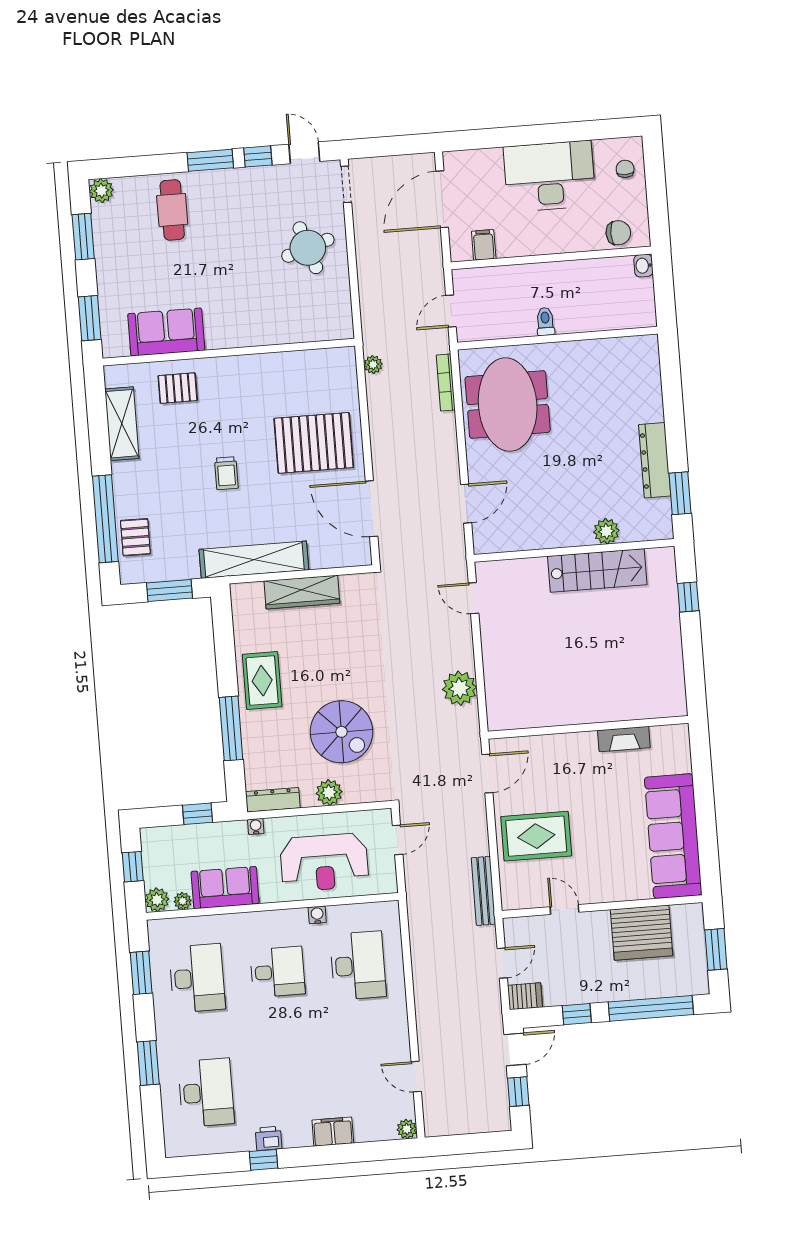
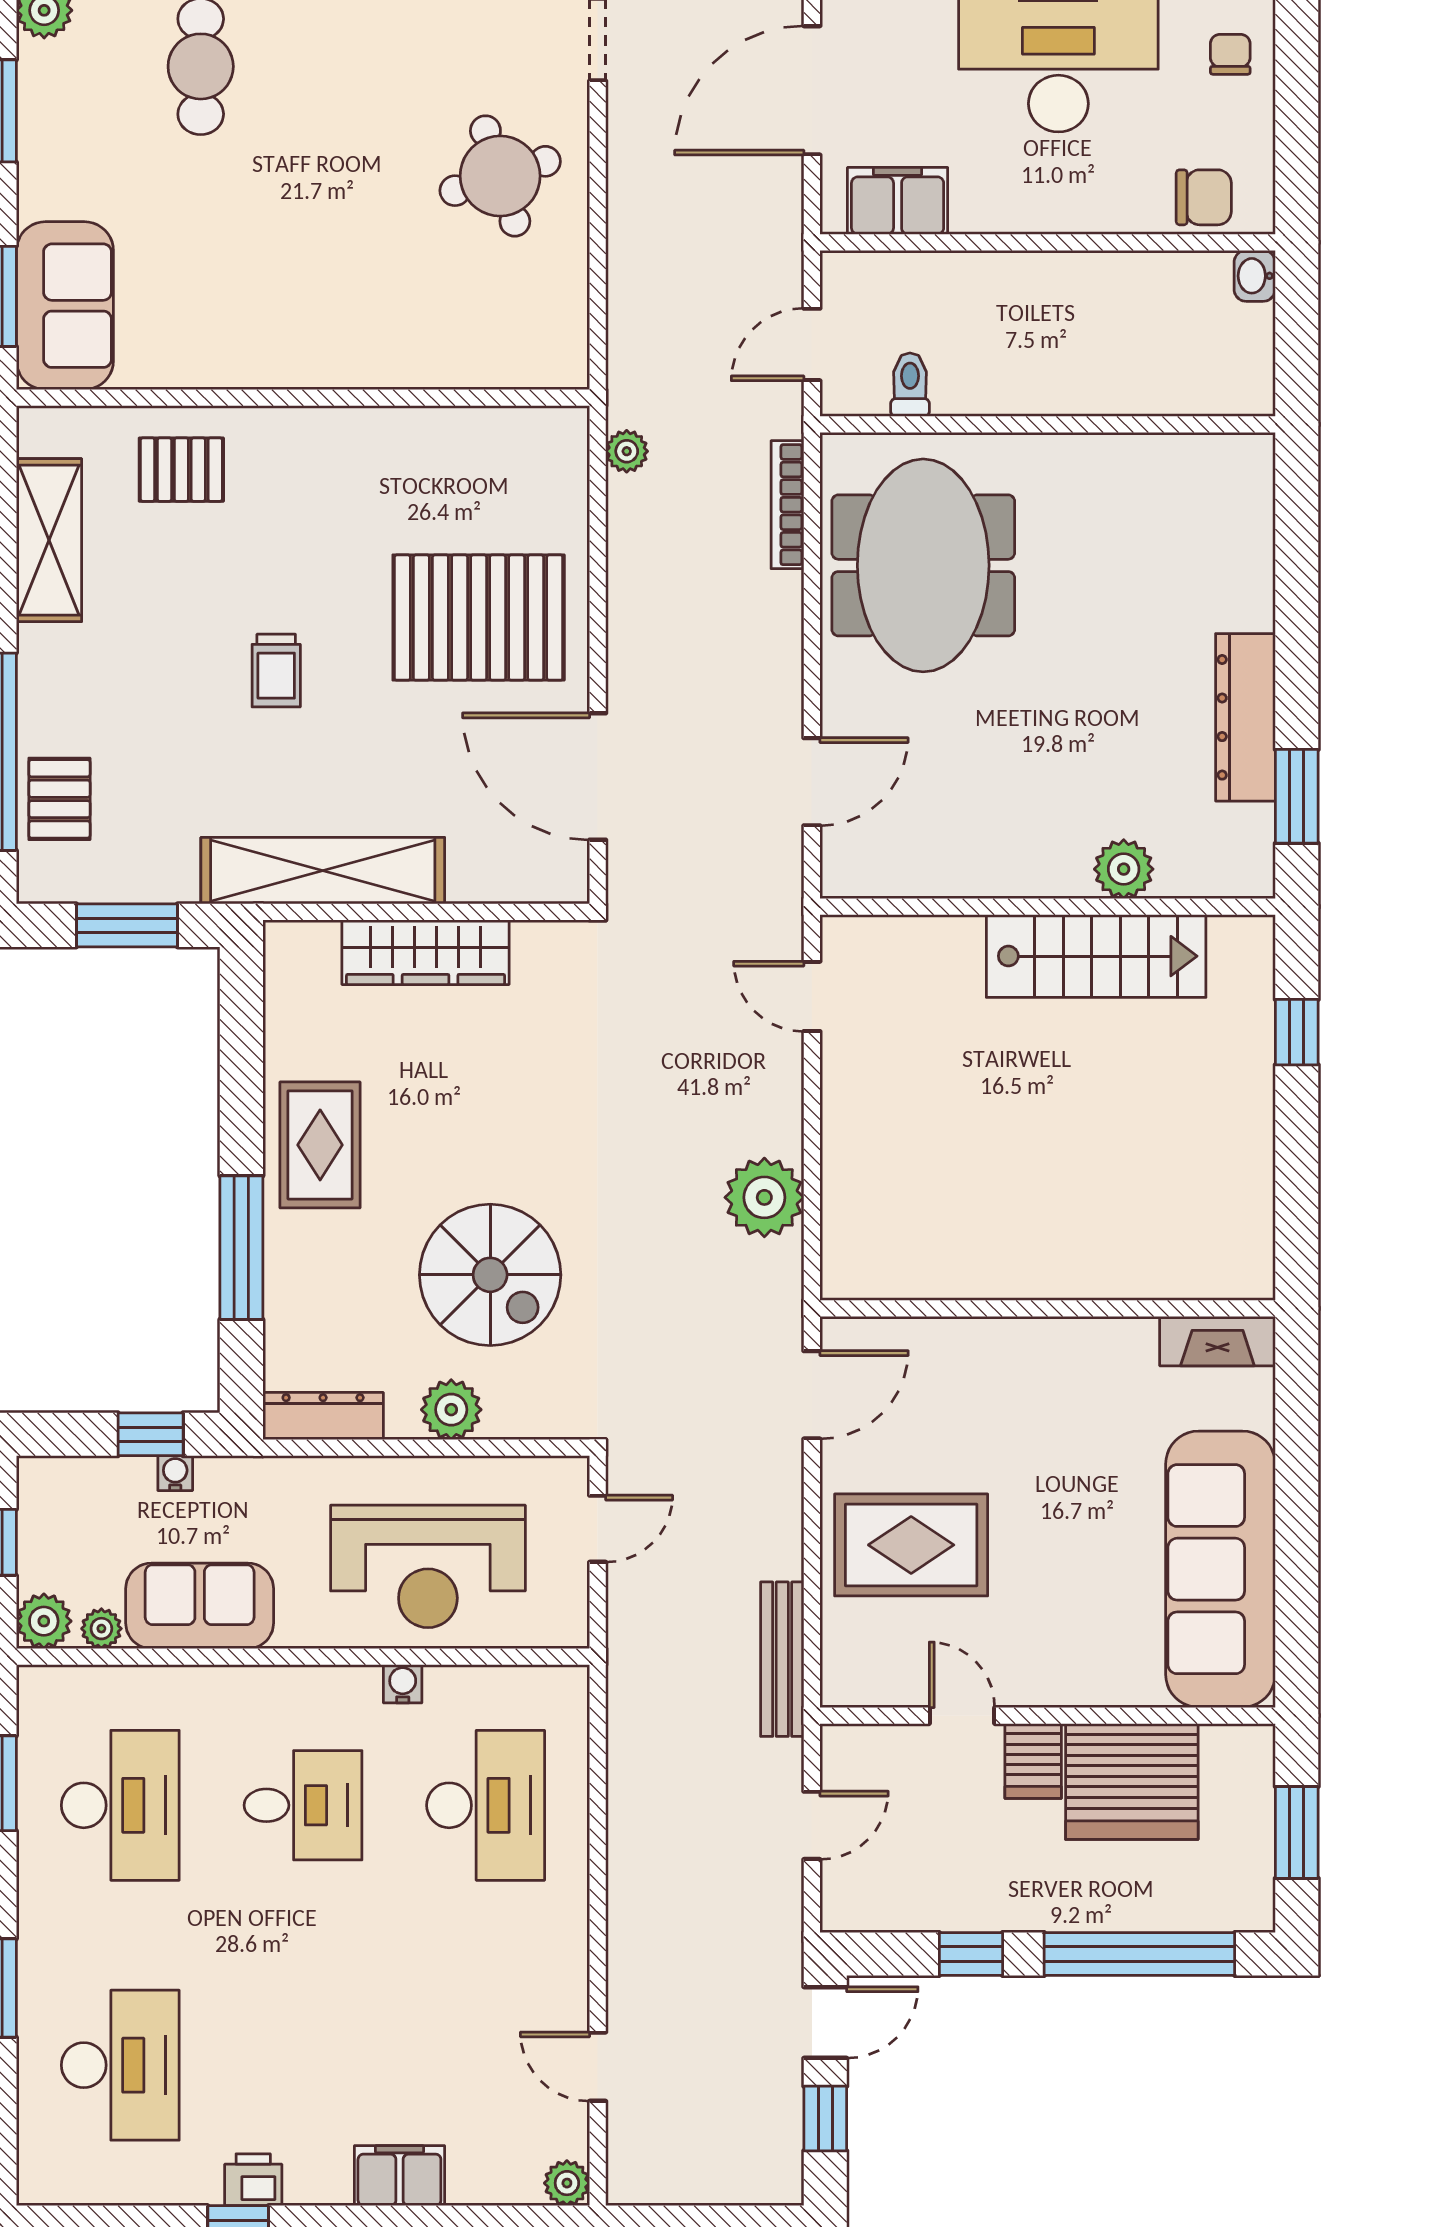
filing cabinet: (484, 245) -> (898, 201), width x2.00
toilet: (545, 321) -> (910, 385), moved
sofa: (166, 332) -> (65, 306), moved, turned 90
fireplace: (624, 739) -> (1217, 1341), moved
water cooler: (256, 826) -> (175, 1473), moved
server rack: (525, 996) -> (1033, 1761), moved, turned 90

